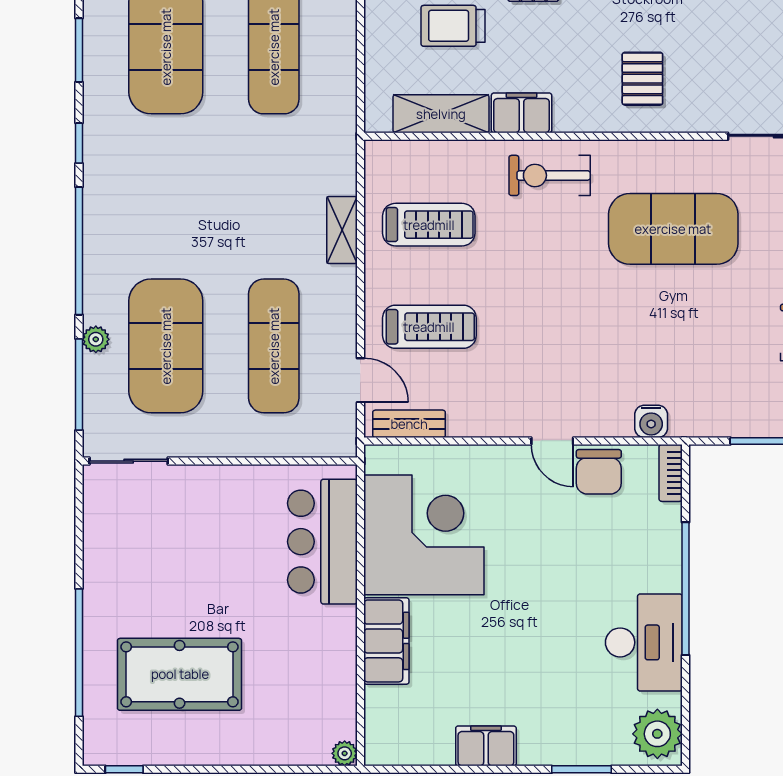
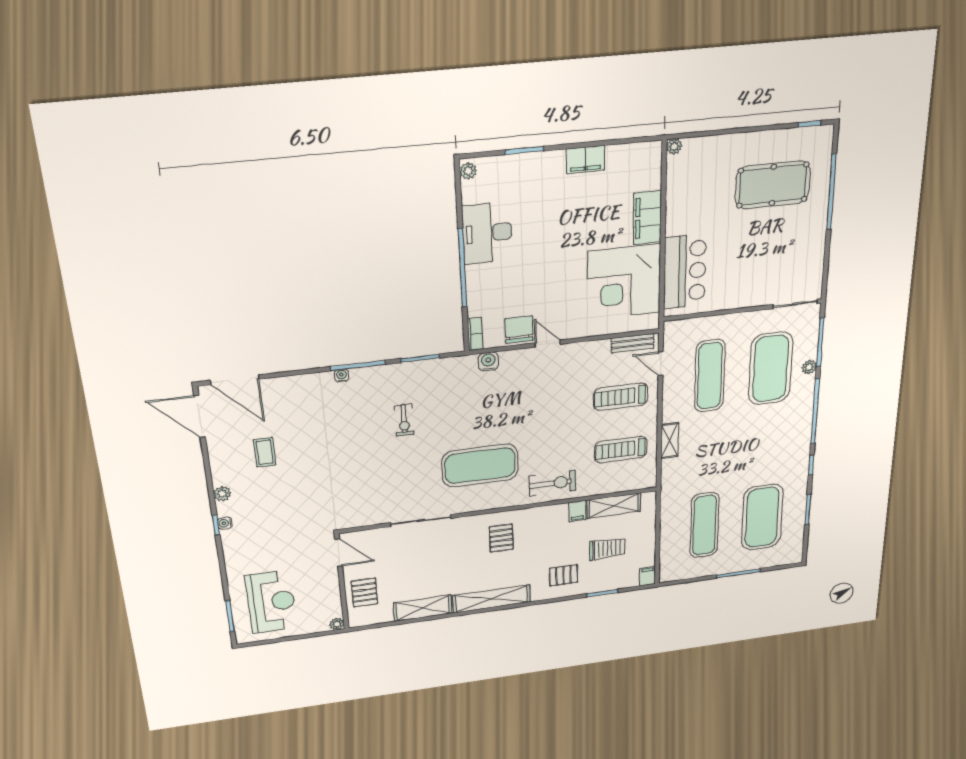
filing cabinet: (522, 113) -> (577, 511), width x0.50
plant: (657, 734) -> (468, 171), width x0.53, depth x0.53

